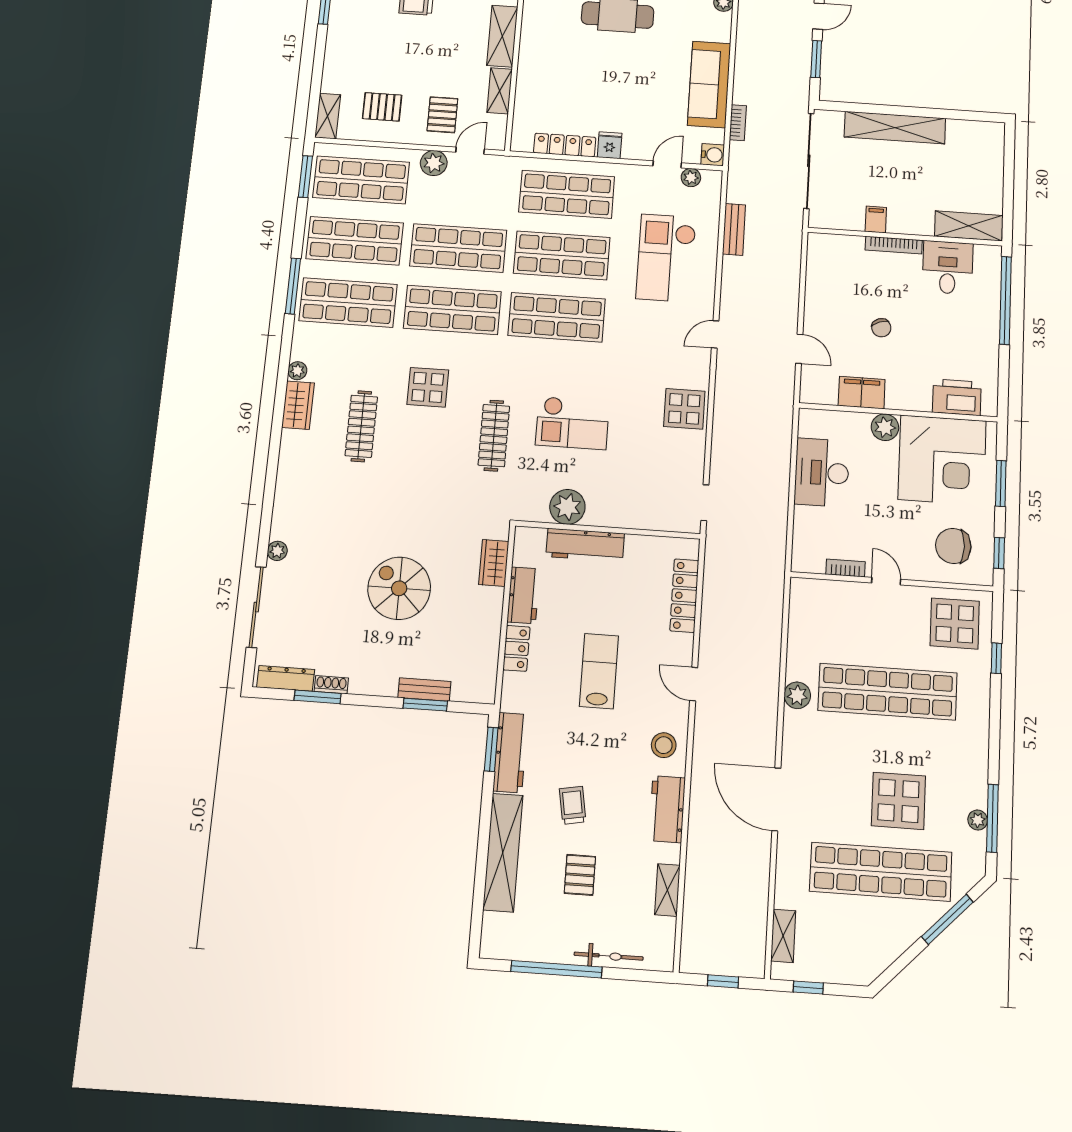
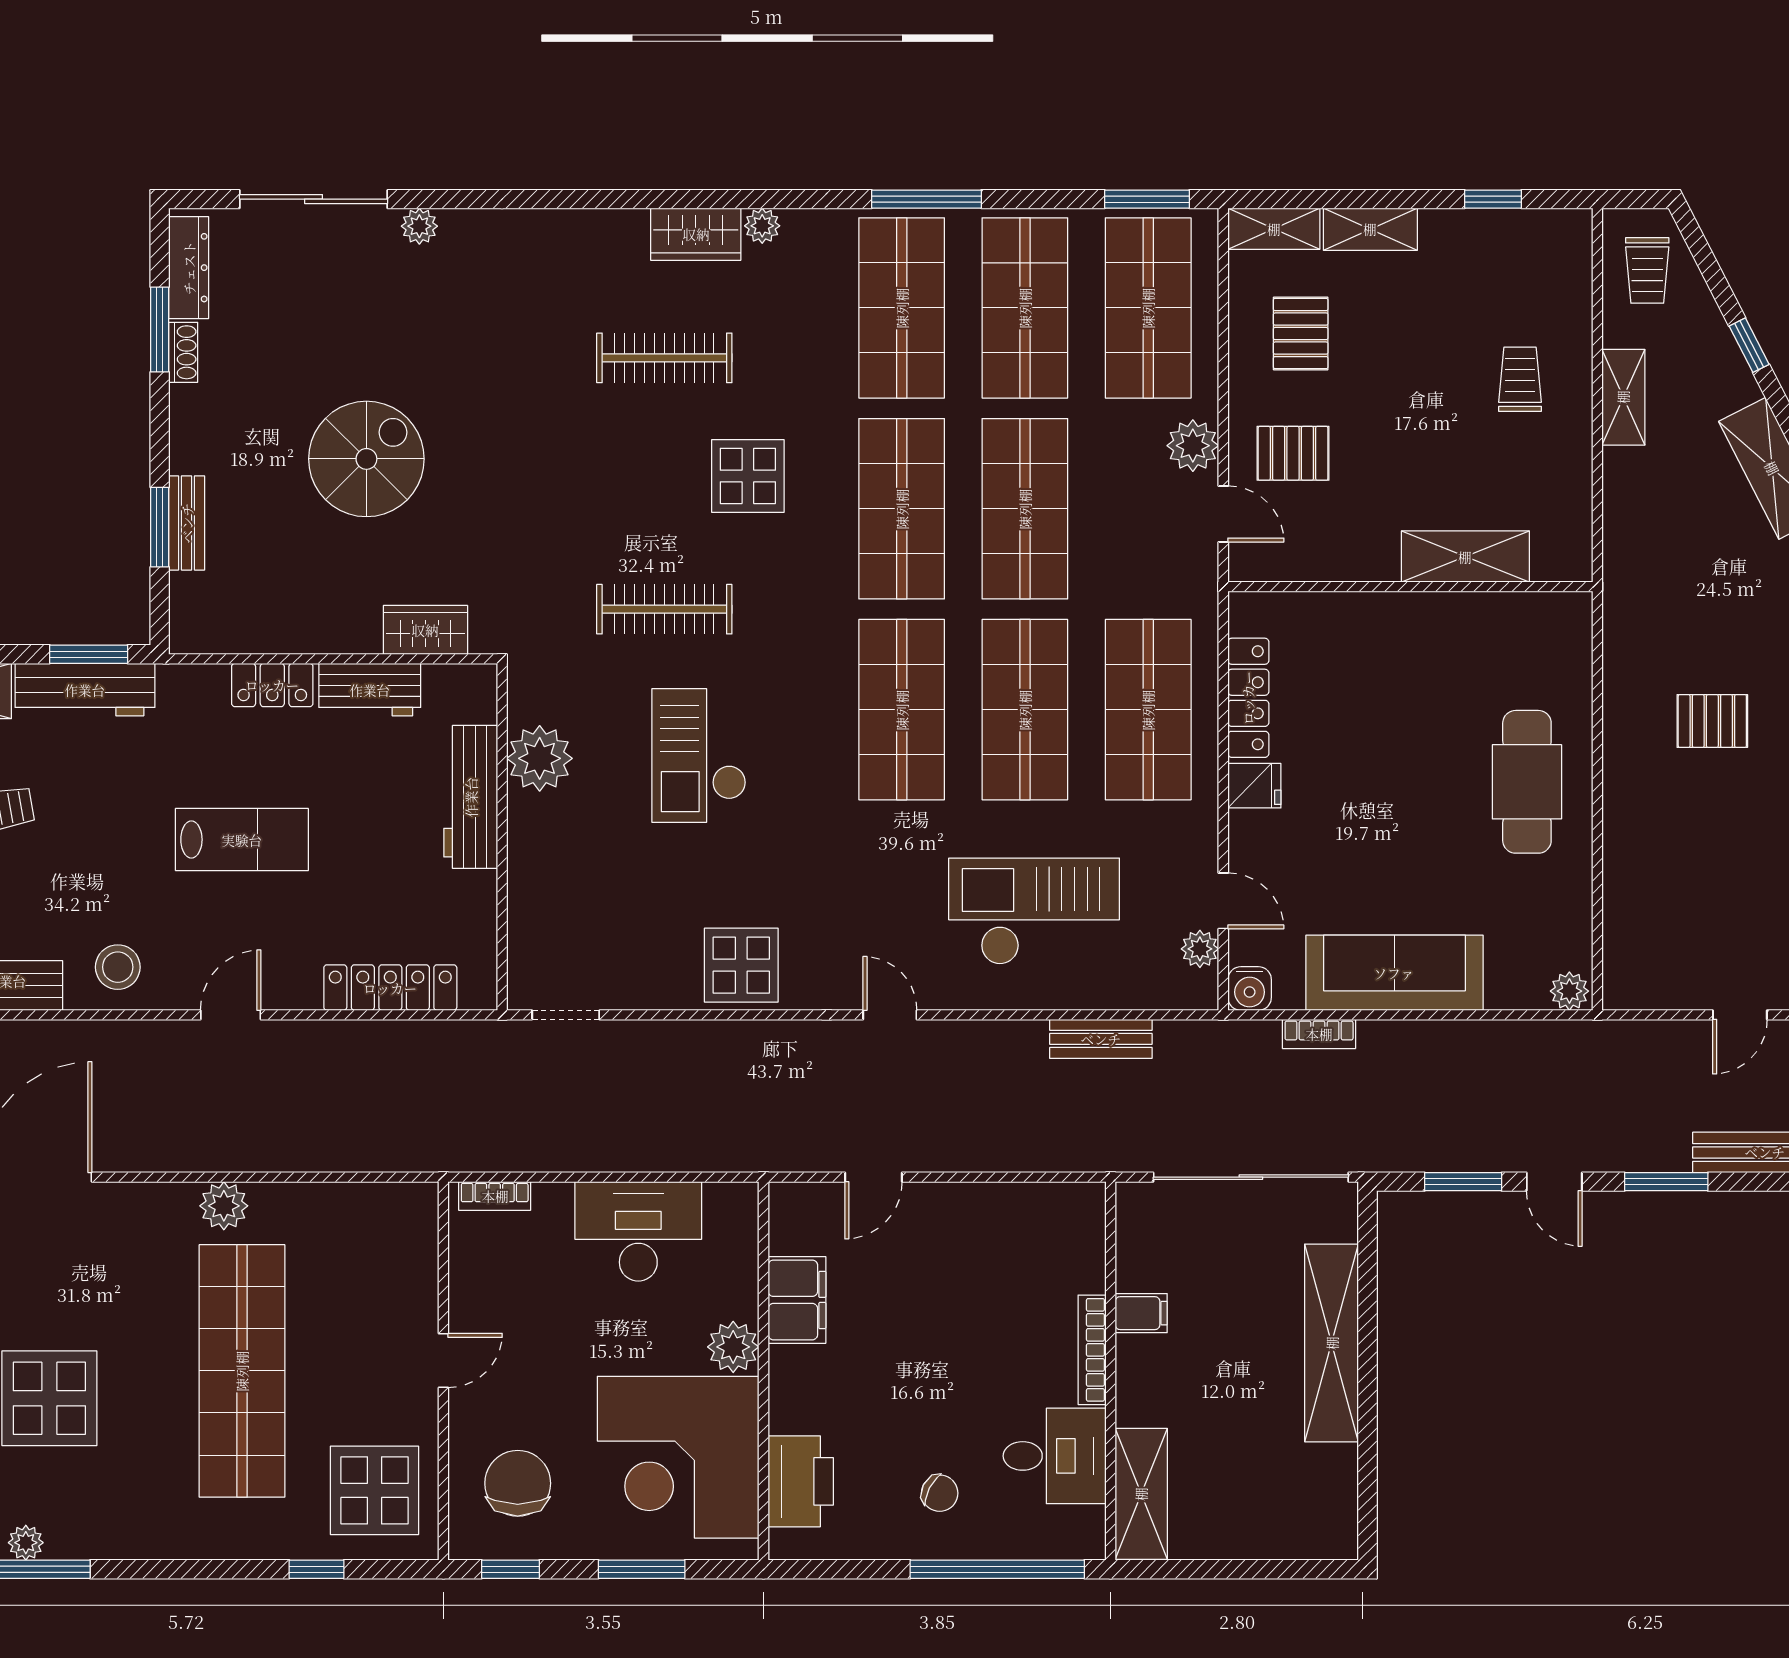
shelving: (500, 91) -> (1370, 229), moved
chair: (881, 328) -> (940, 1493), moved, turned -133
bookcase: (846, 568) -> (495, 1196), moved, turned 90

